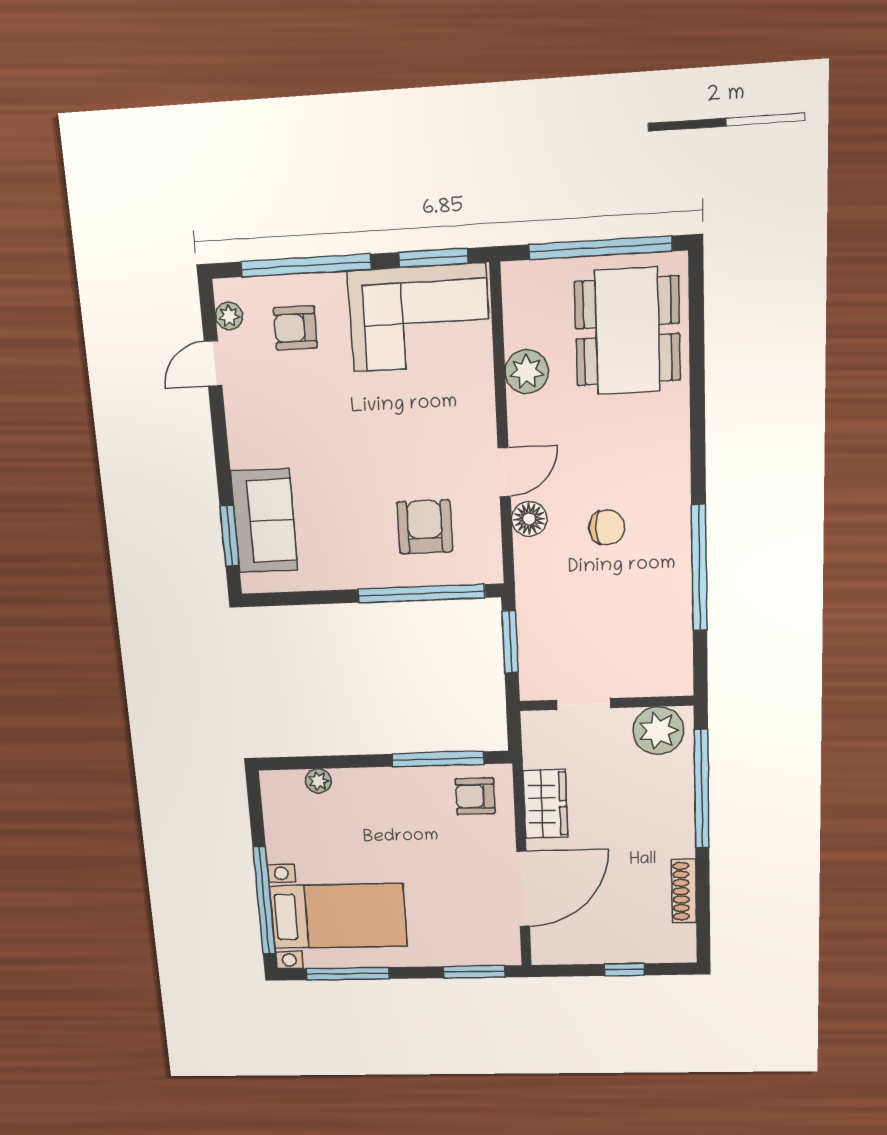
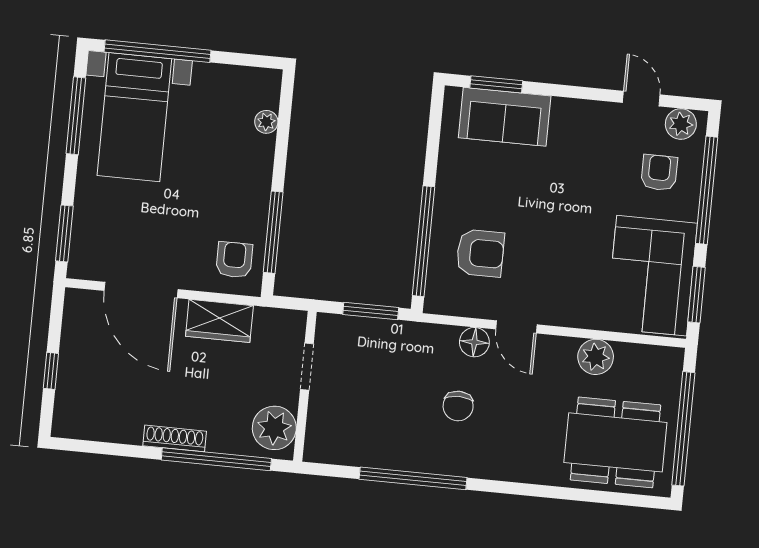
plant: (229, 316) -> (681, 124), width x1.38, depth x1.38
shoe rack: (684, 891) -> (175, 438), moved

